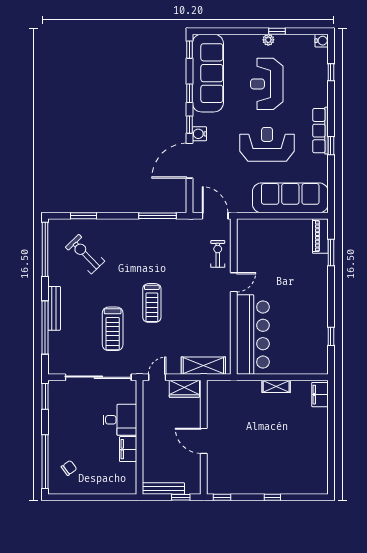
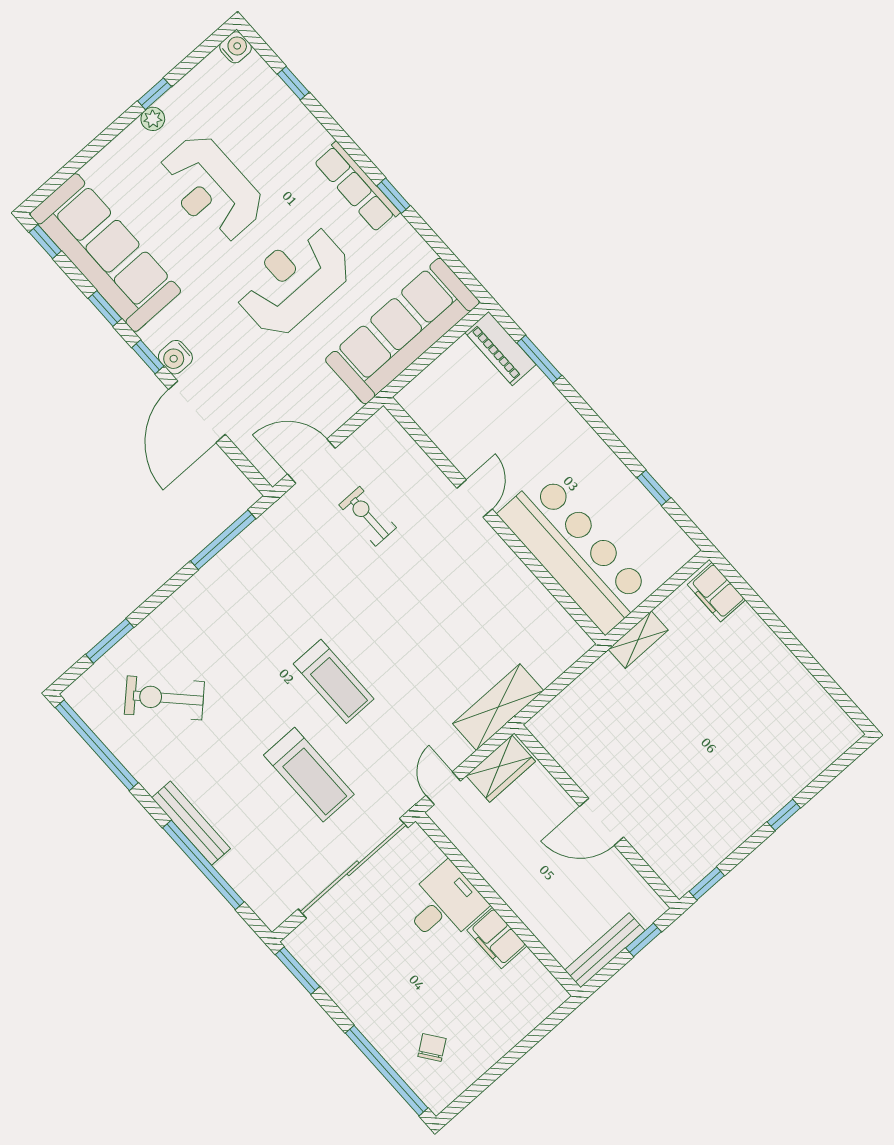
door: (234, 282) -> (475, 499), moved
wall: (234, 296) -> (494, 520), moved
bar counter: (253, 334) -> (575, 553), moved

